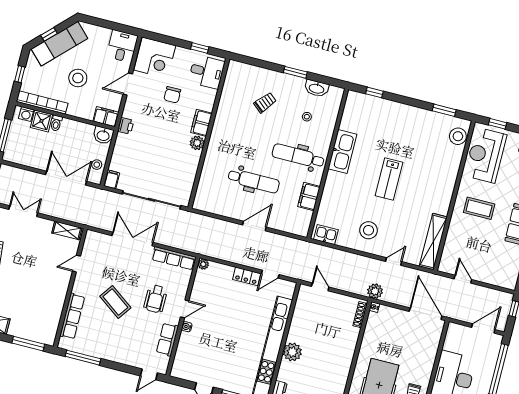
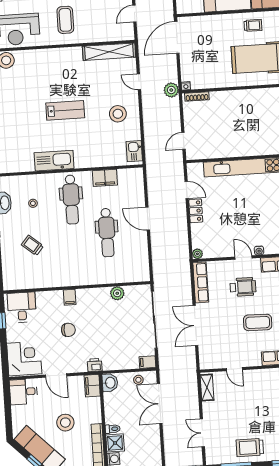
chair: (172, 95) -> (68, 330), moved
filing cabinet: (201, 123) -> (70, 297), width x0.50
plant: (197, 143) -> (117, 293), moved
dental chair: (254, 181) -> (107, 233), turned 180
coffee table: (115, 302) -> (258, 322), turned 55
plant: (292, 352) -> (251, 147), removed

